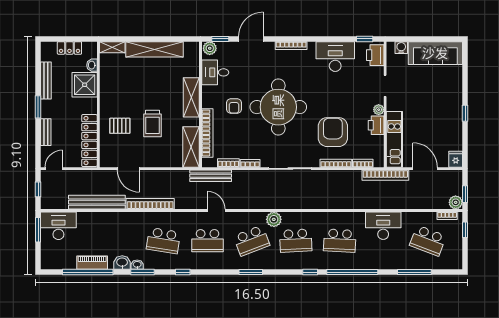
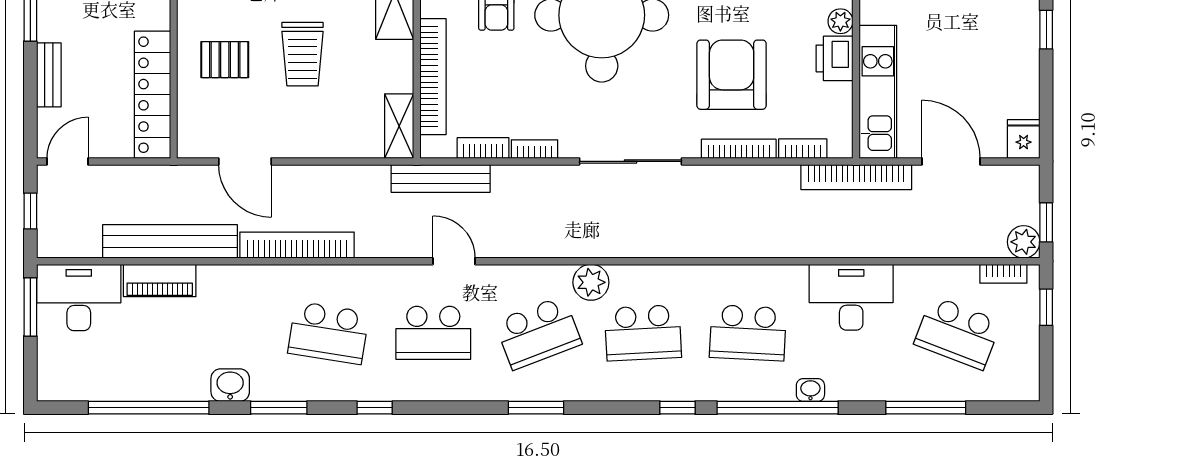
shelving: (191, 147) -> (399, 126), width x0.67, depth x0.75
piano: (92, 263) -> (160, 280), moved, turned 180
washbasin: (137, 265) -> (810, 390), moved

